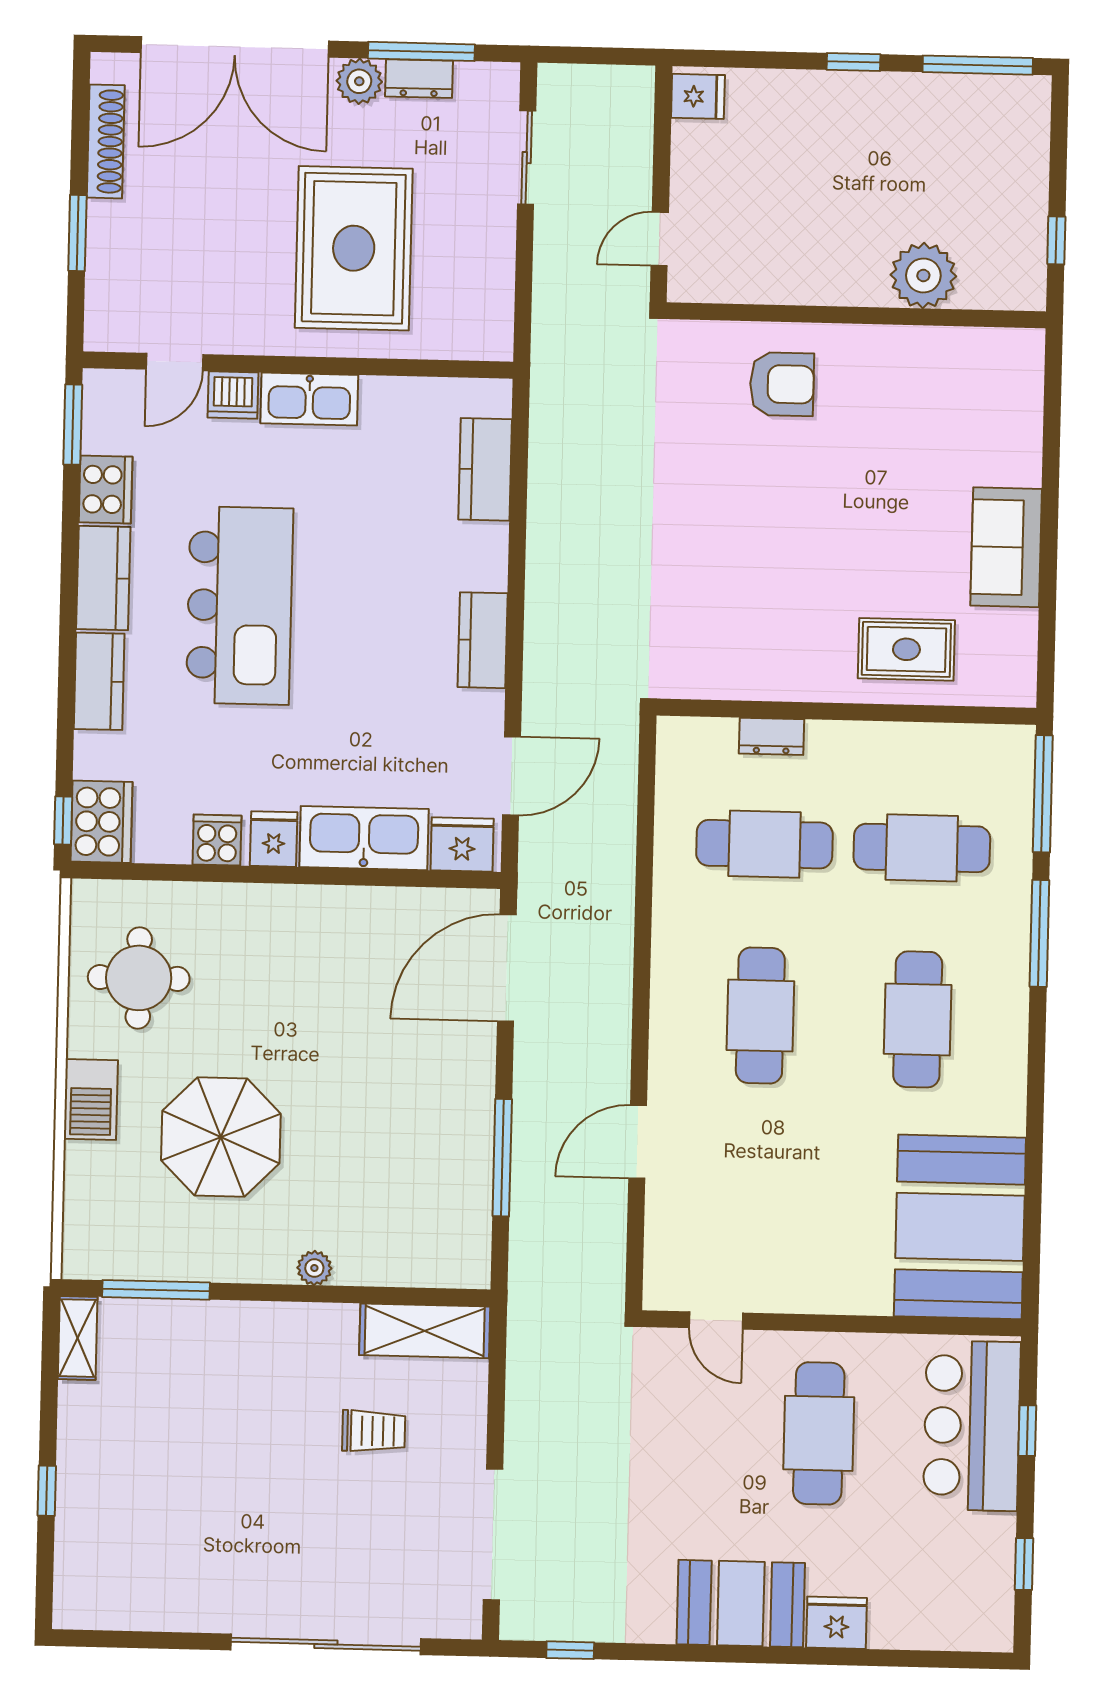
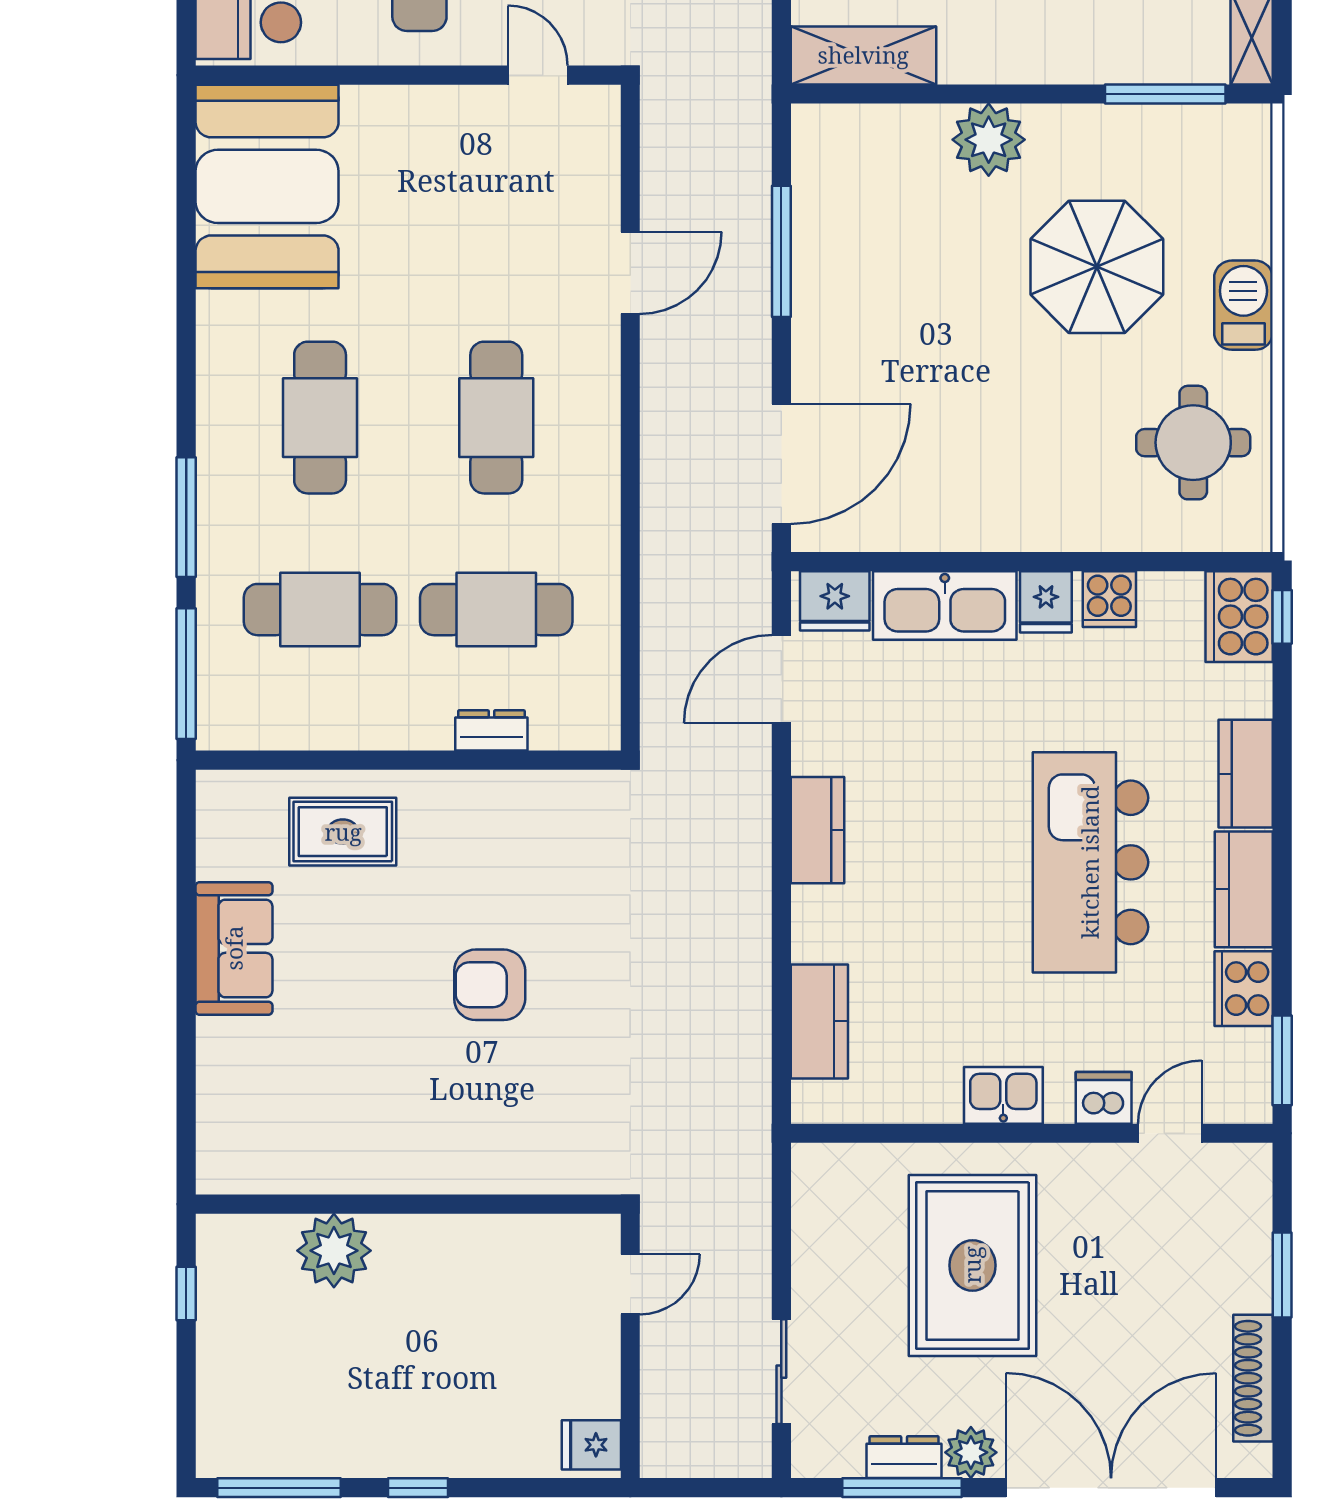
armchair: (782, 384) -> (490, 985), moved
kitchen sink: (309, 399) -> (1003, 1095), width x0.73
plant: (314, 1268) -> (989, 140), width x1.88, depth x1.88

